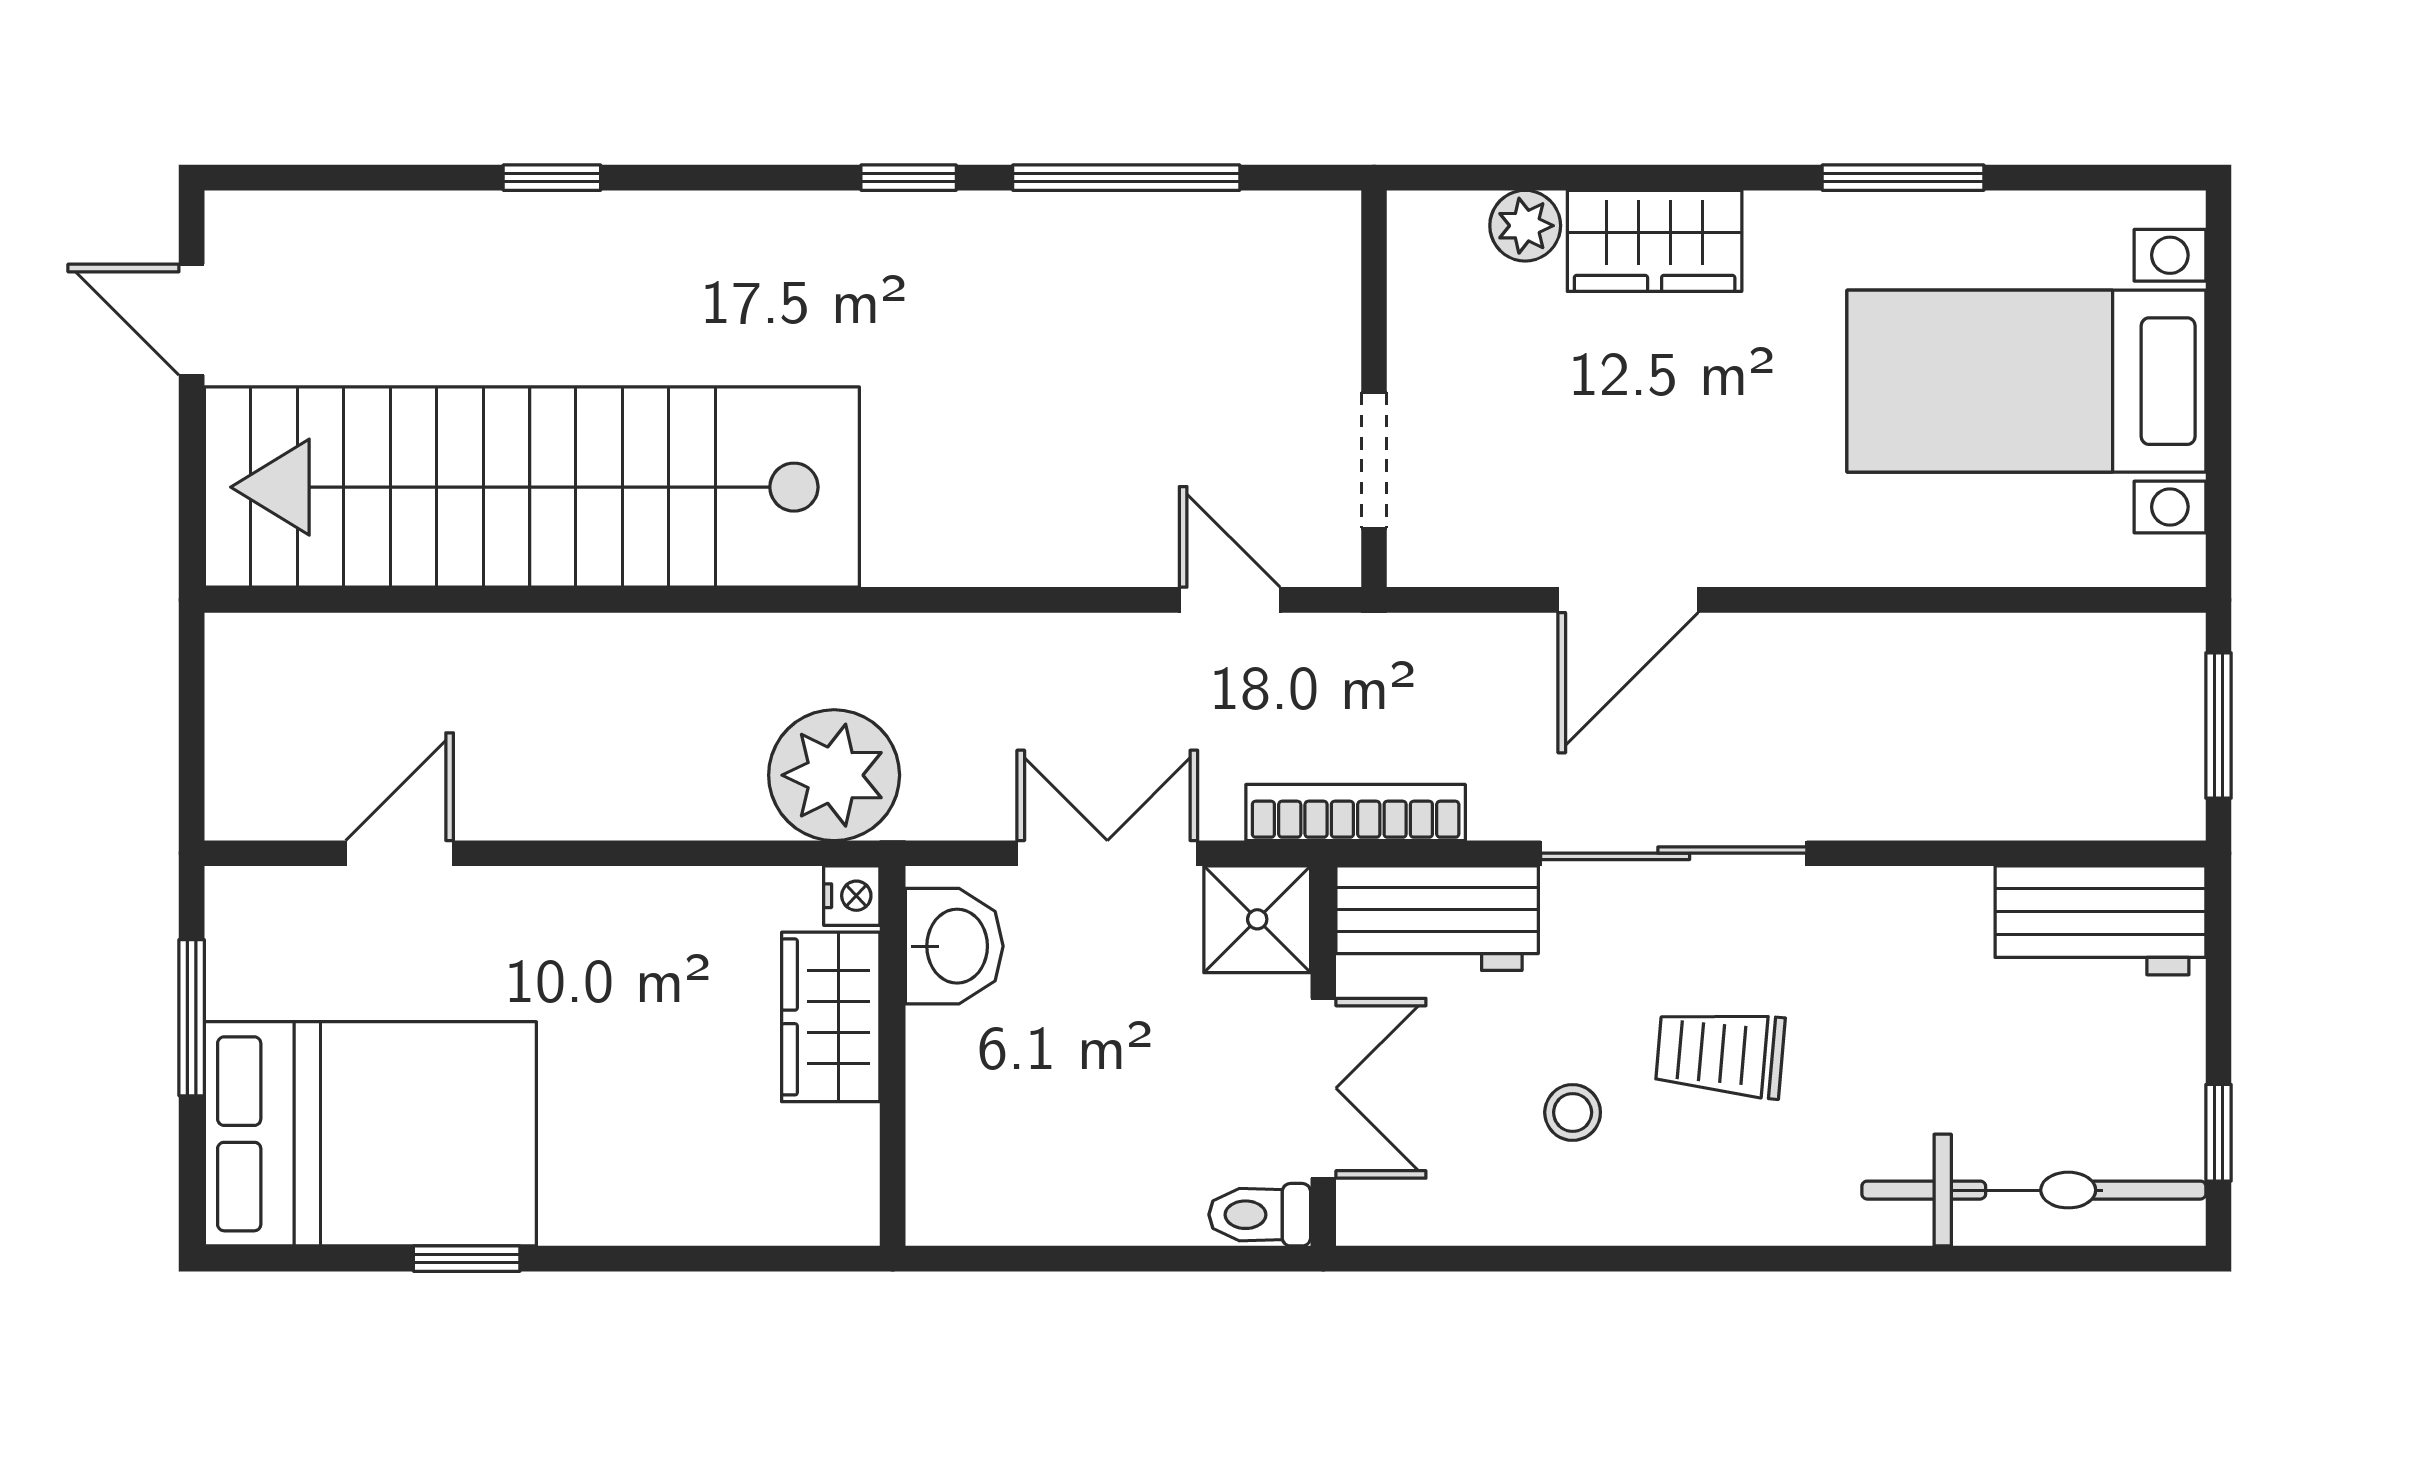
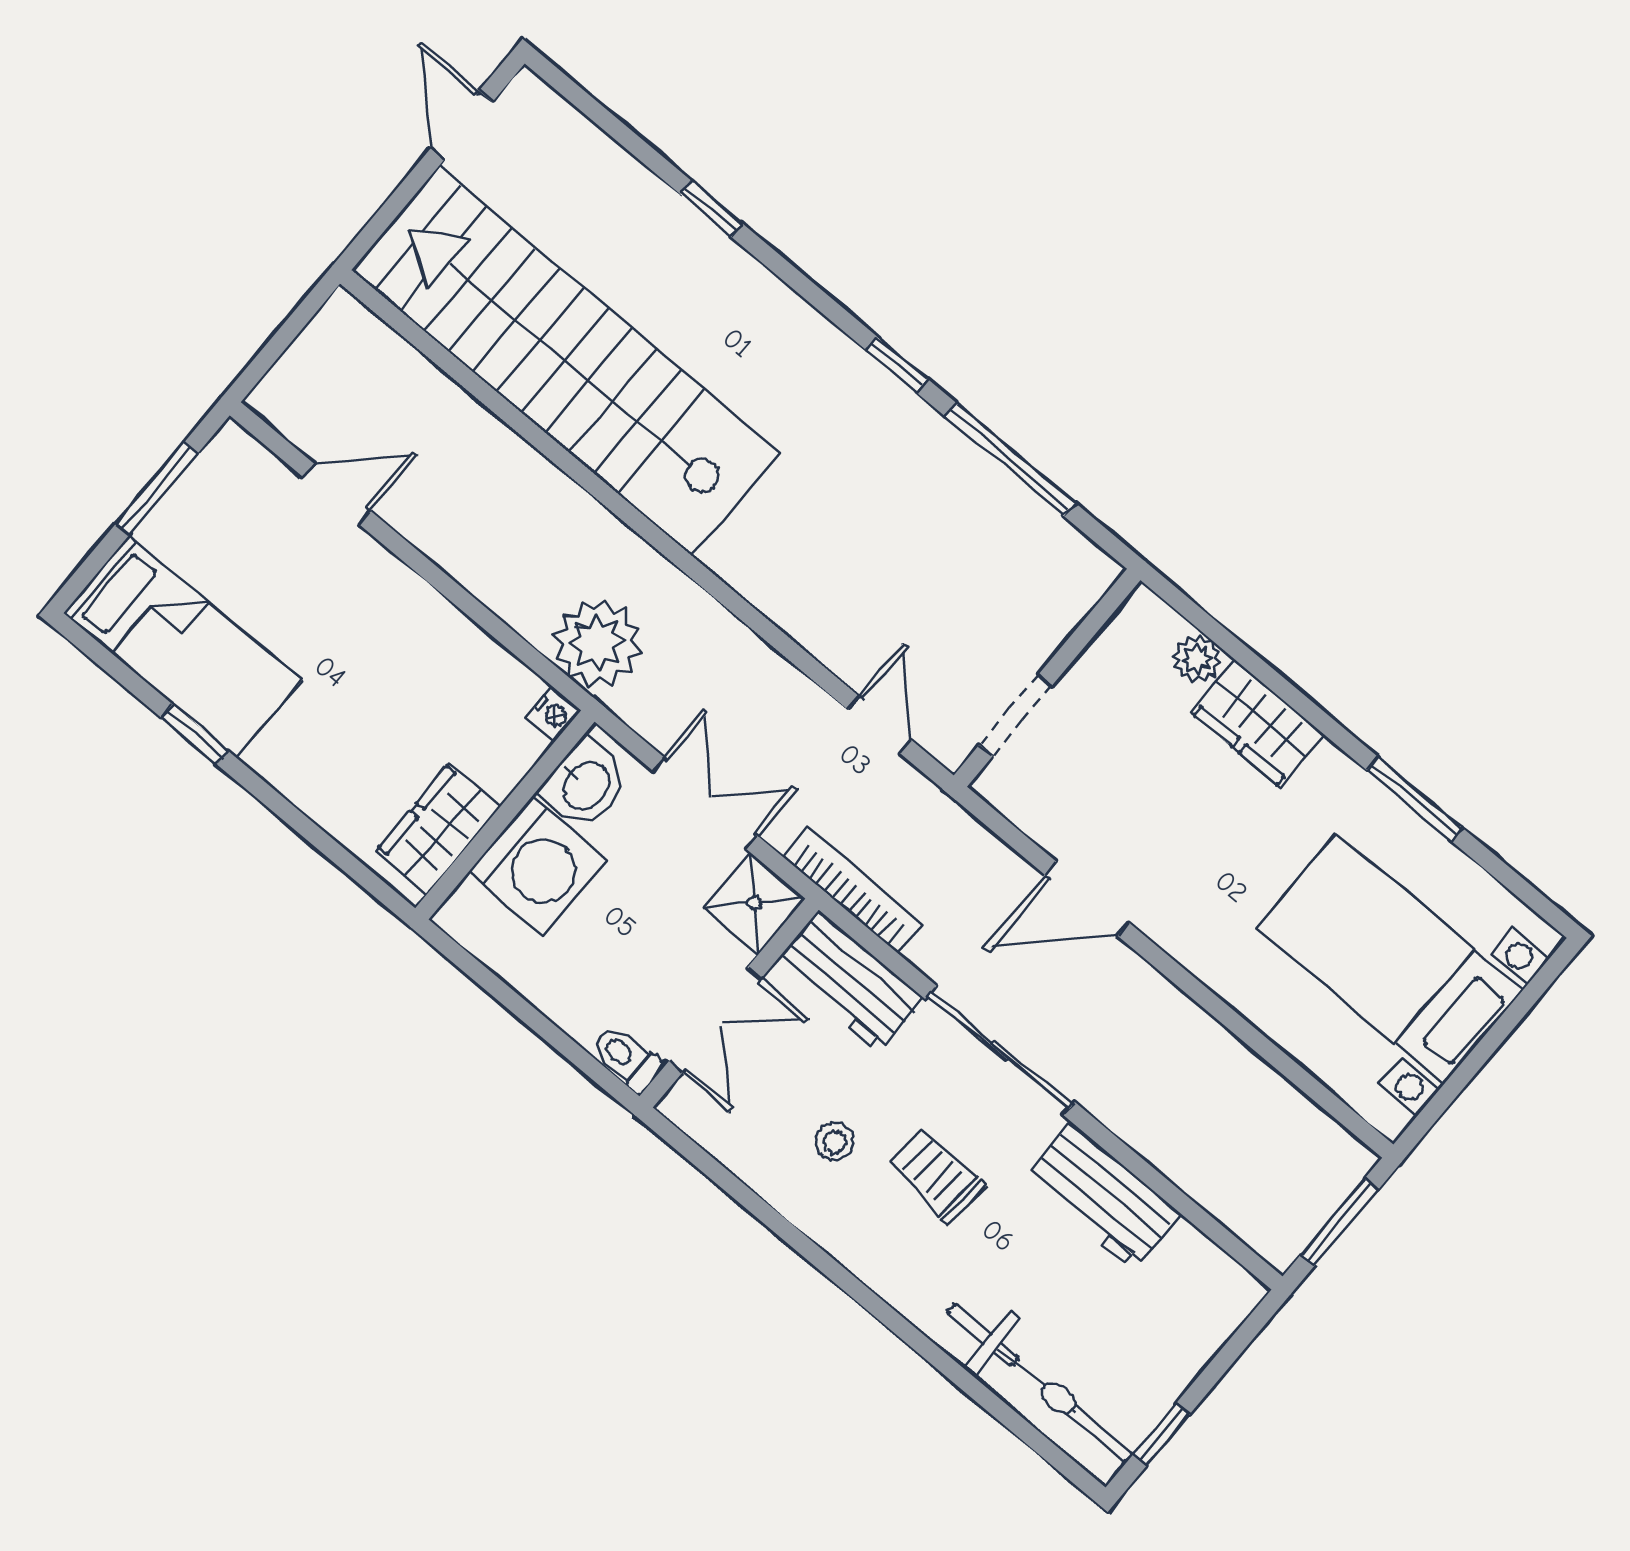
workbench: (2100, 920) -> (1102, 1196), moved
wardrobe: (831, 1017) -> (439, 828), moved
washing machine: (978, 1083) -> (537, 866), added
bed: (370, 1134) -> (183, 647), width x0.67

